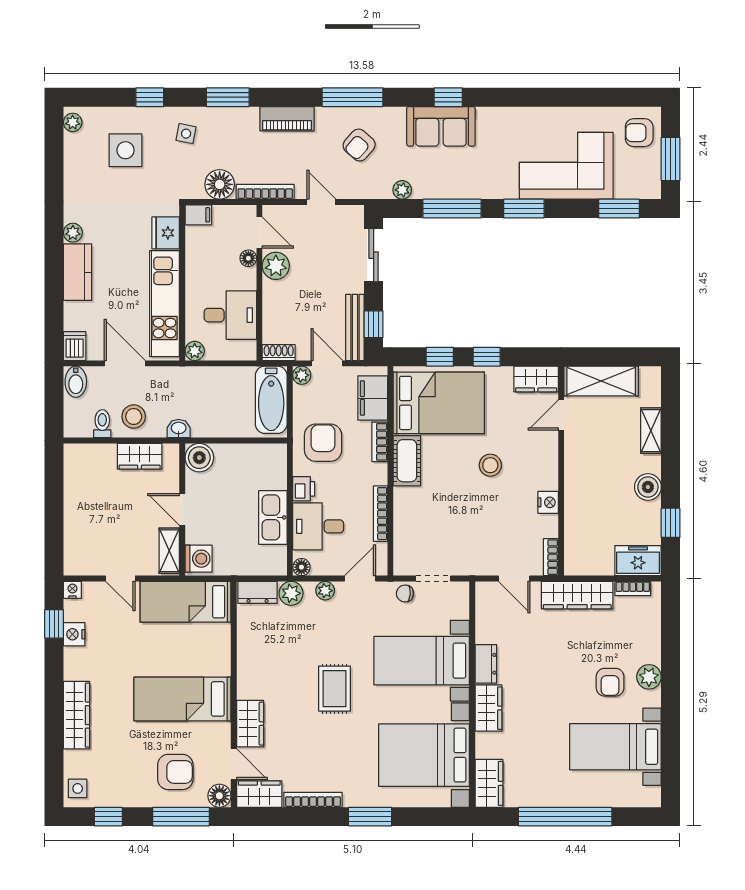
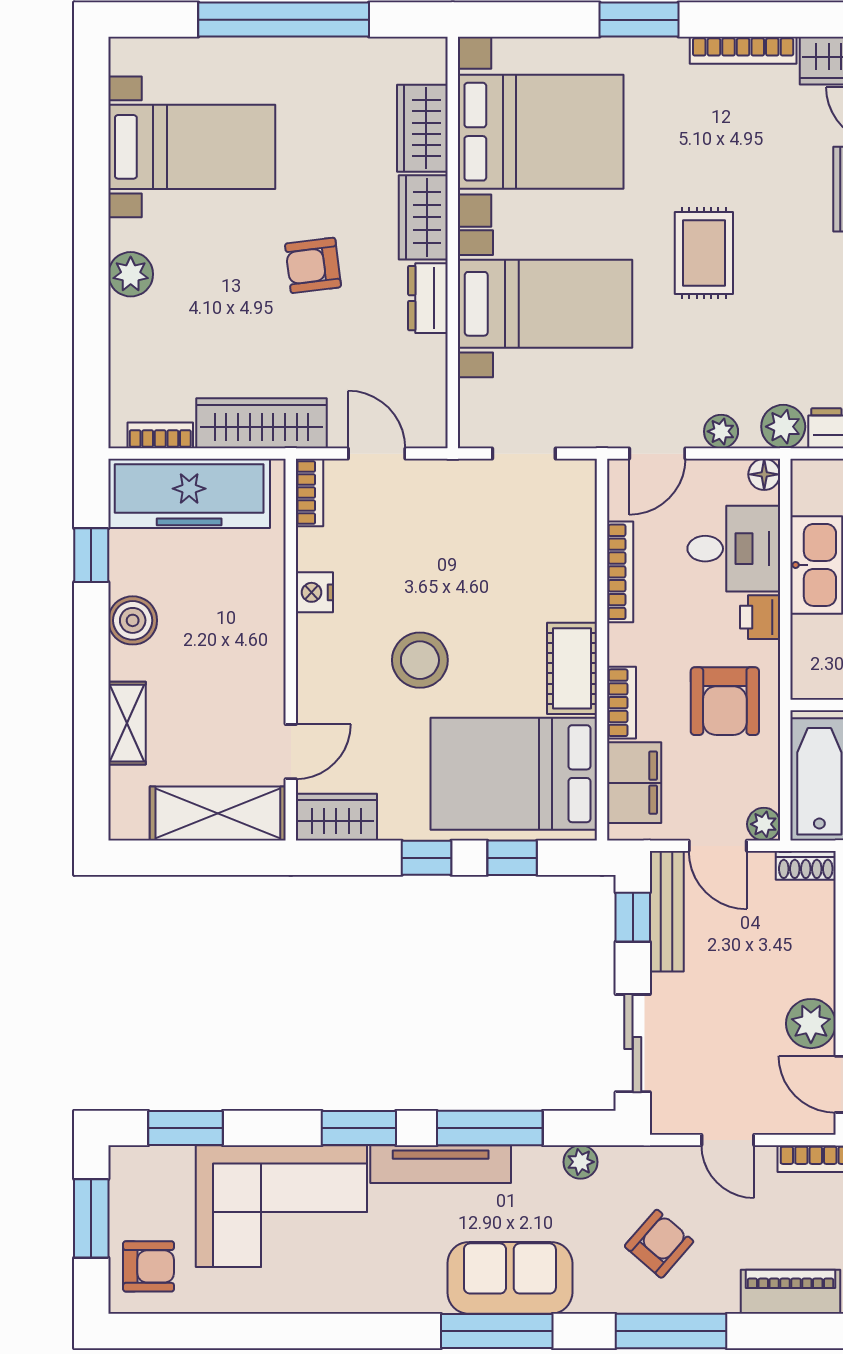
window: (448, 97) -> (497, 1331), width x2.17
tv unit: (479, 189) -> (441, 1164), added
stool: (490, 465) -> (420, 660), width x1.38, depth x1.38
freezer: (638, 561) -> (189, 493), width x1.91, depth x1.26
chair: (405, 593) -> (576, 426), removed
armchair: (610, 682) -> (313, 265), moved, turned -97
wardrobe: (489, 783) -> (422, 128), moved

